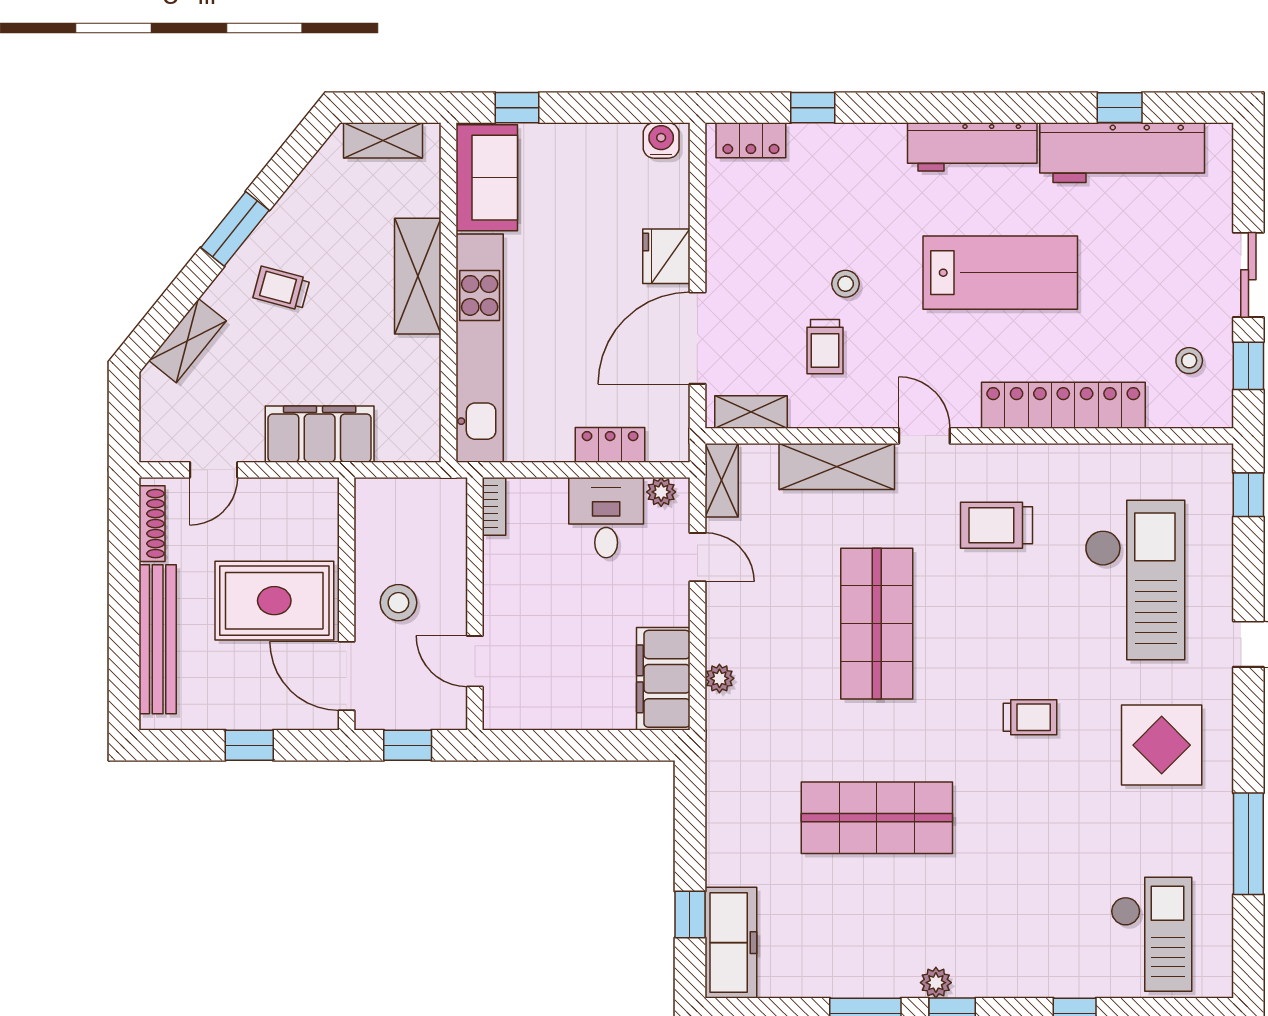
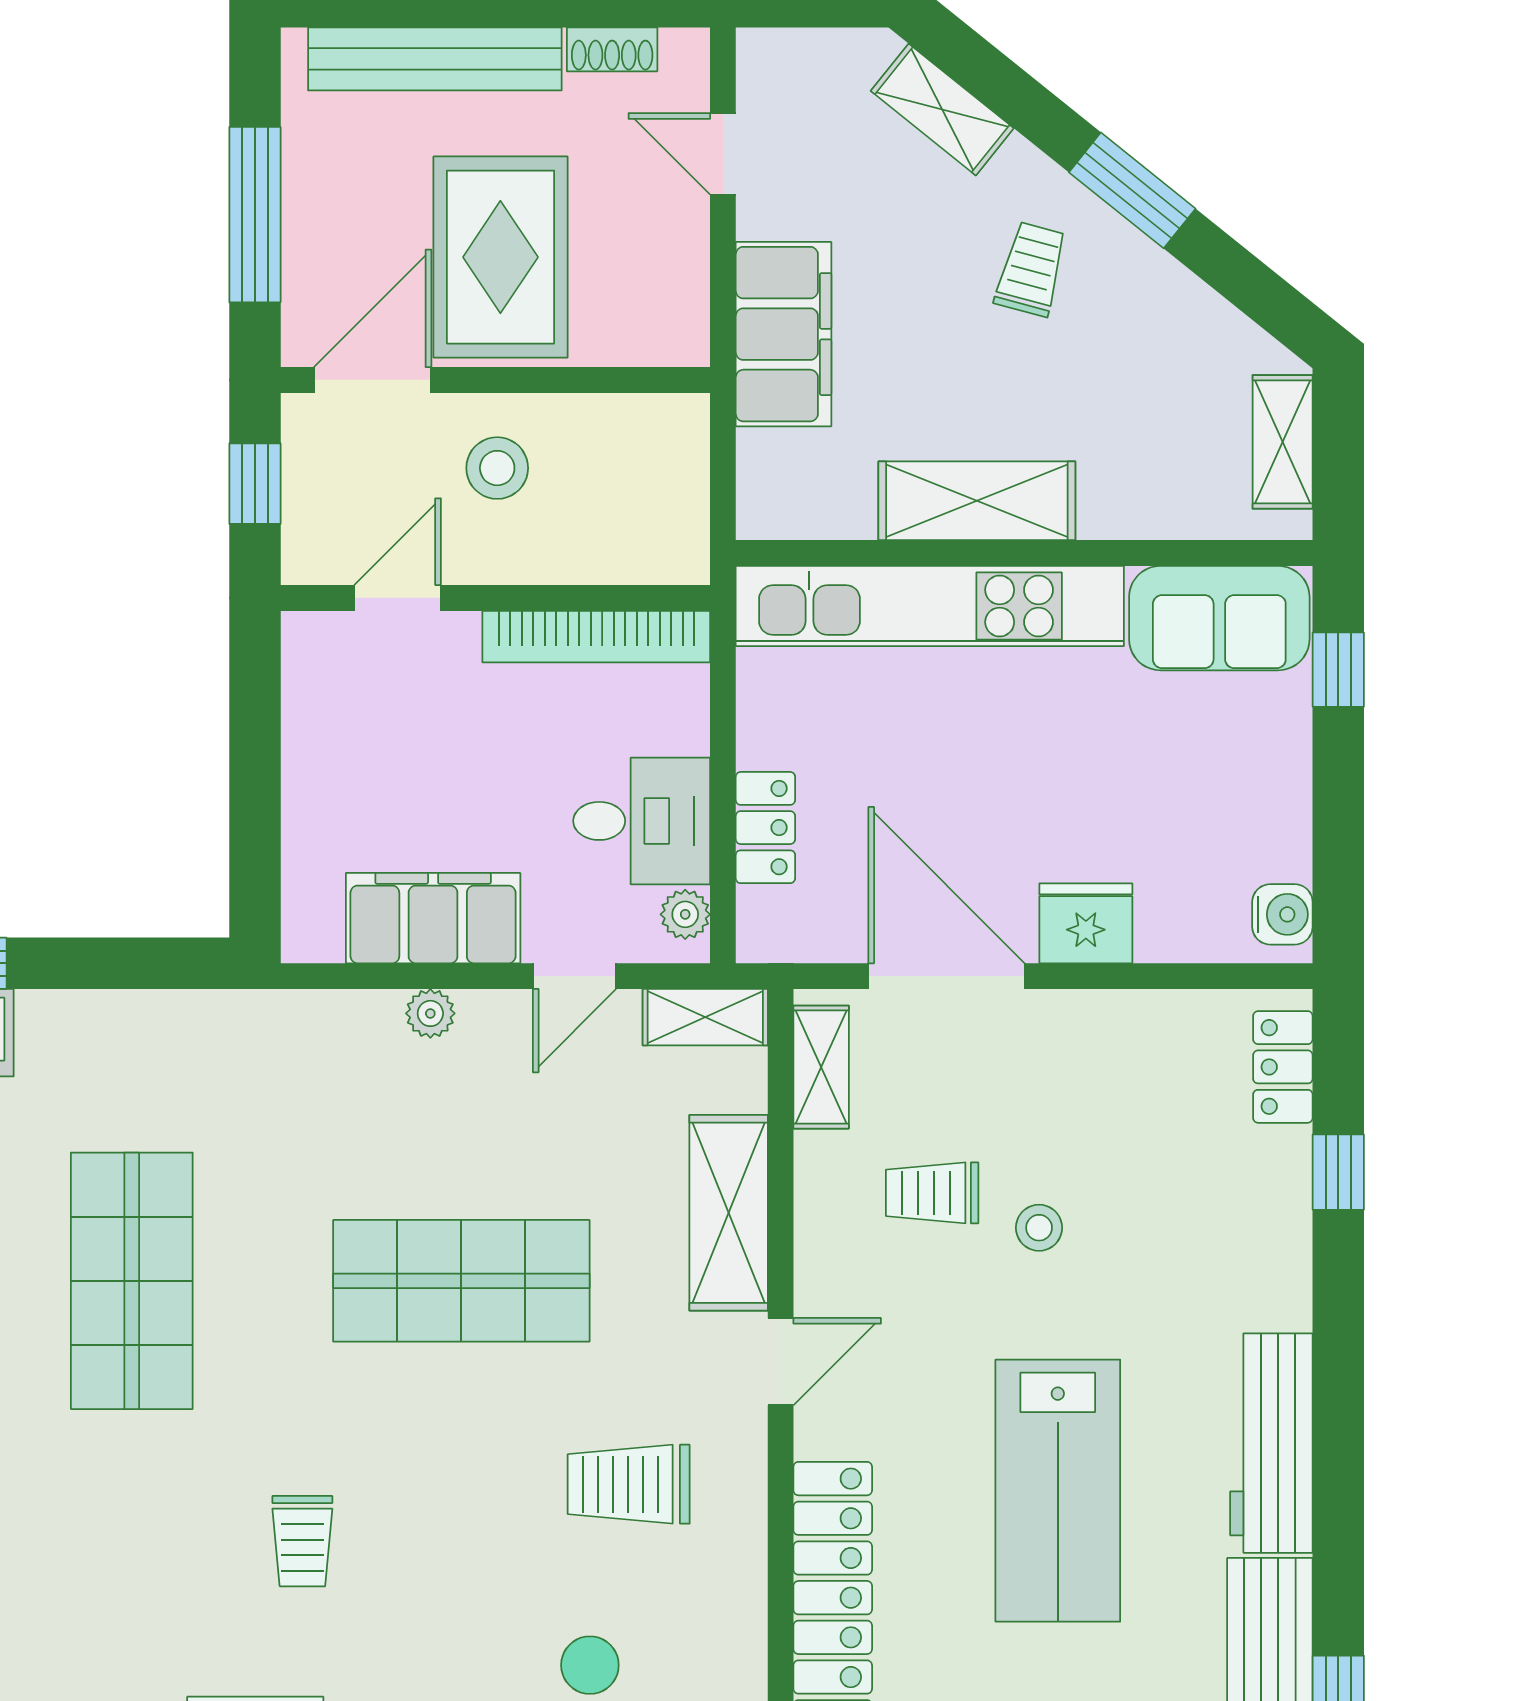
shelving: (418, 276) -> (977, 501), moved
bookcase: (494, 506) -> (596, 637), width x2.31, depth x1.31
shoe rack: (152, 524) -> (612, 49), width x0.70
trolley: (996, 525) -> (629, 1484), turned -90
plant: (719, 678) -> (430, 1013), moved
filing cabinet: (663, 679) -> (433, 918), moved
window: (249, 745) -> (255, 215), width x2.17

